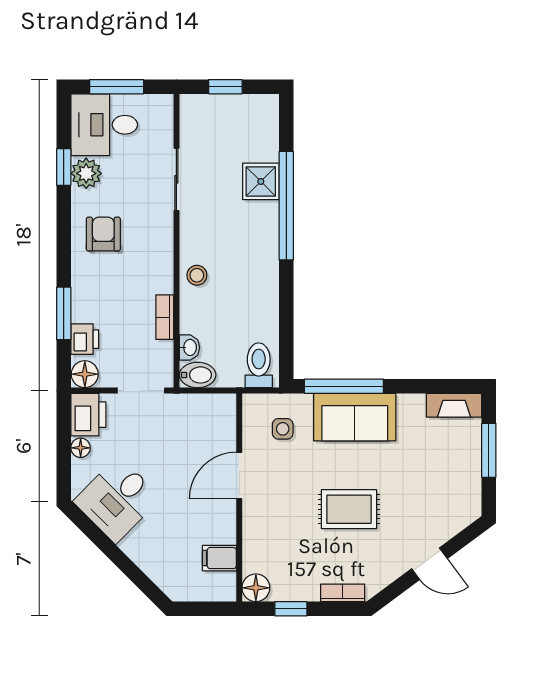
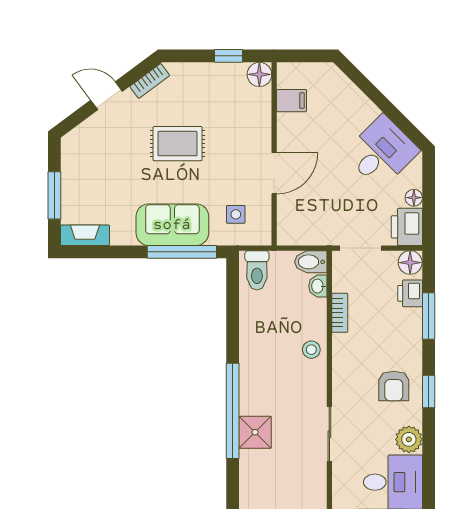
window: (64, 167) -> (429, 392), moved
bookcase: (343, 593) -> (150, 81), moved, turned -37

